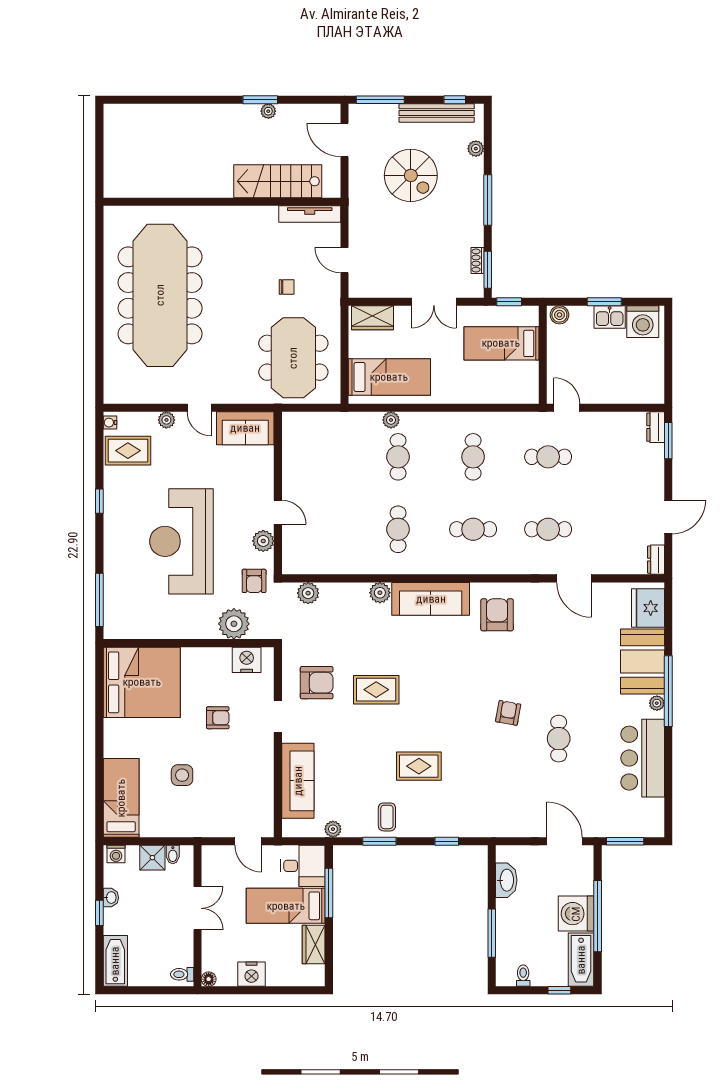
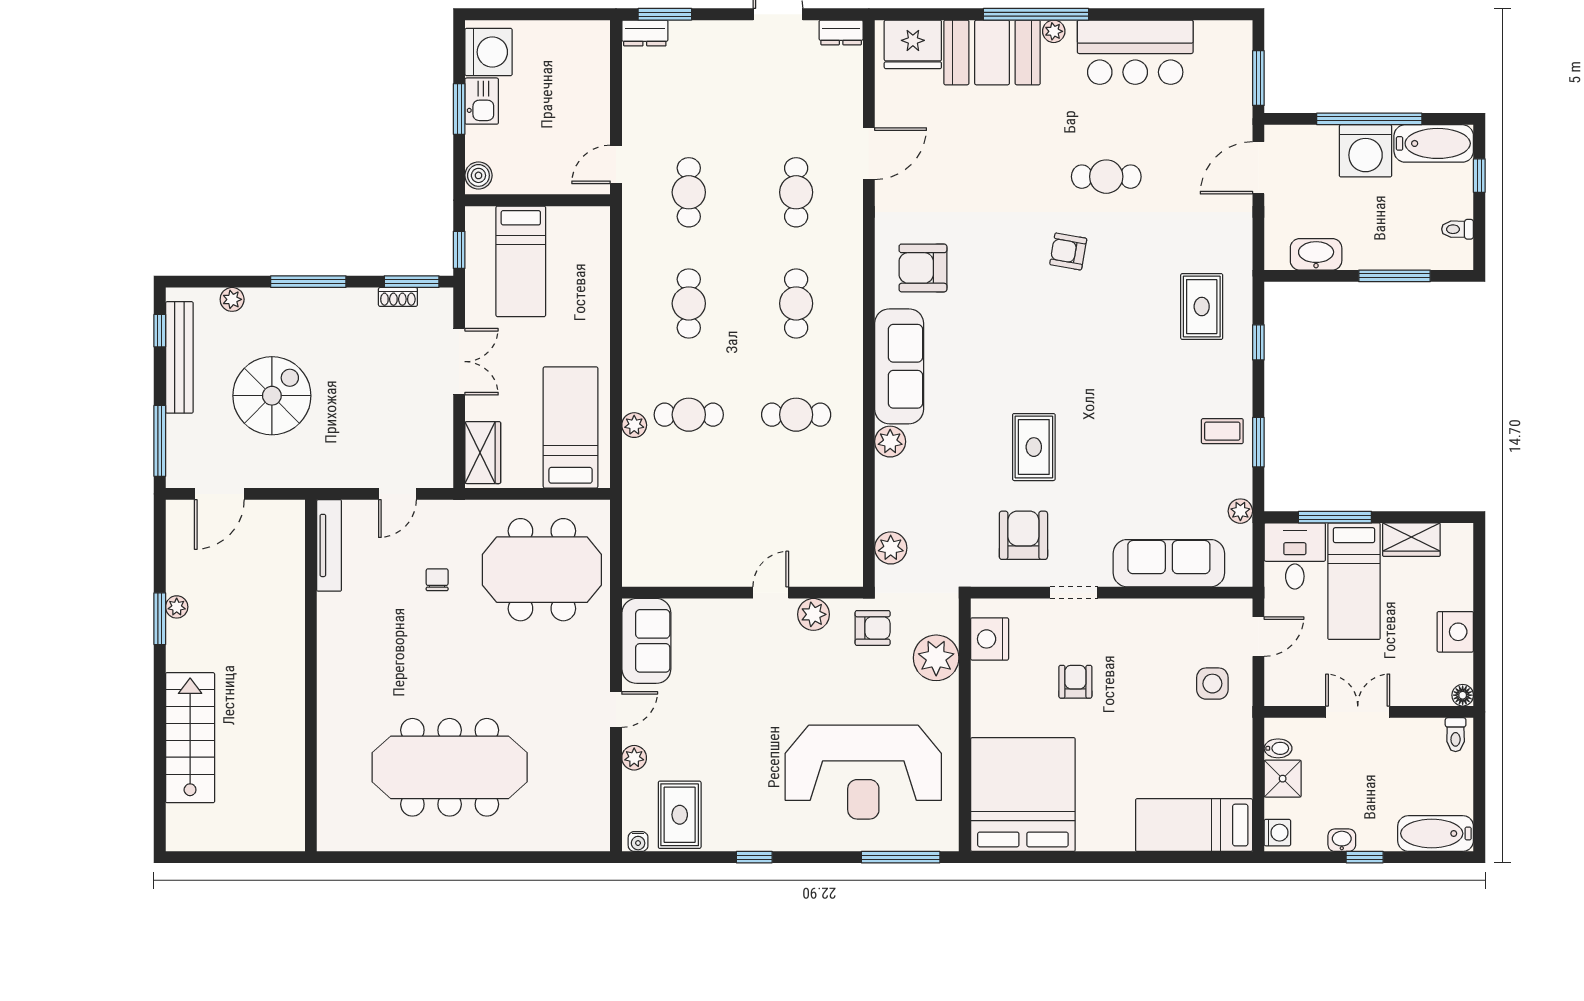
stairs: (278, 181) -> (190, 738), moved, turned 180
meeting table: (160, 295) -> (450, 767), width x0.73, depth x0.79
cafe table: (473, 457) -> (689, 303), turned 90
reception desk: (181, 541) -> (863, 772), moved
rug: (419, 766) -> (1202, 307), moved
side table: (182, 775) -> (1212, 684), moved

